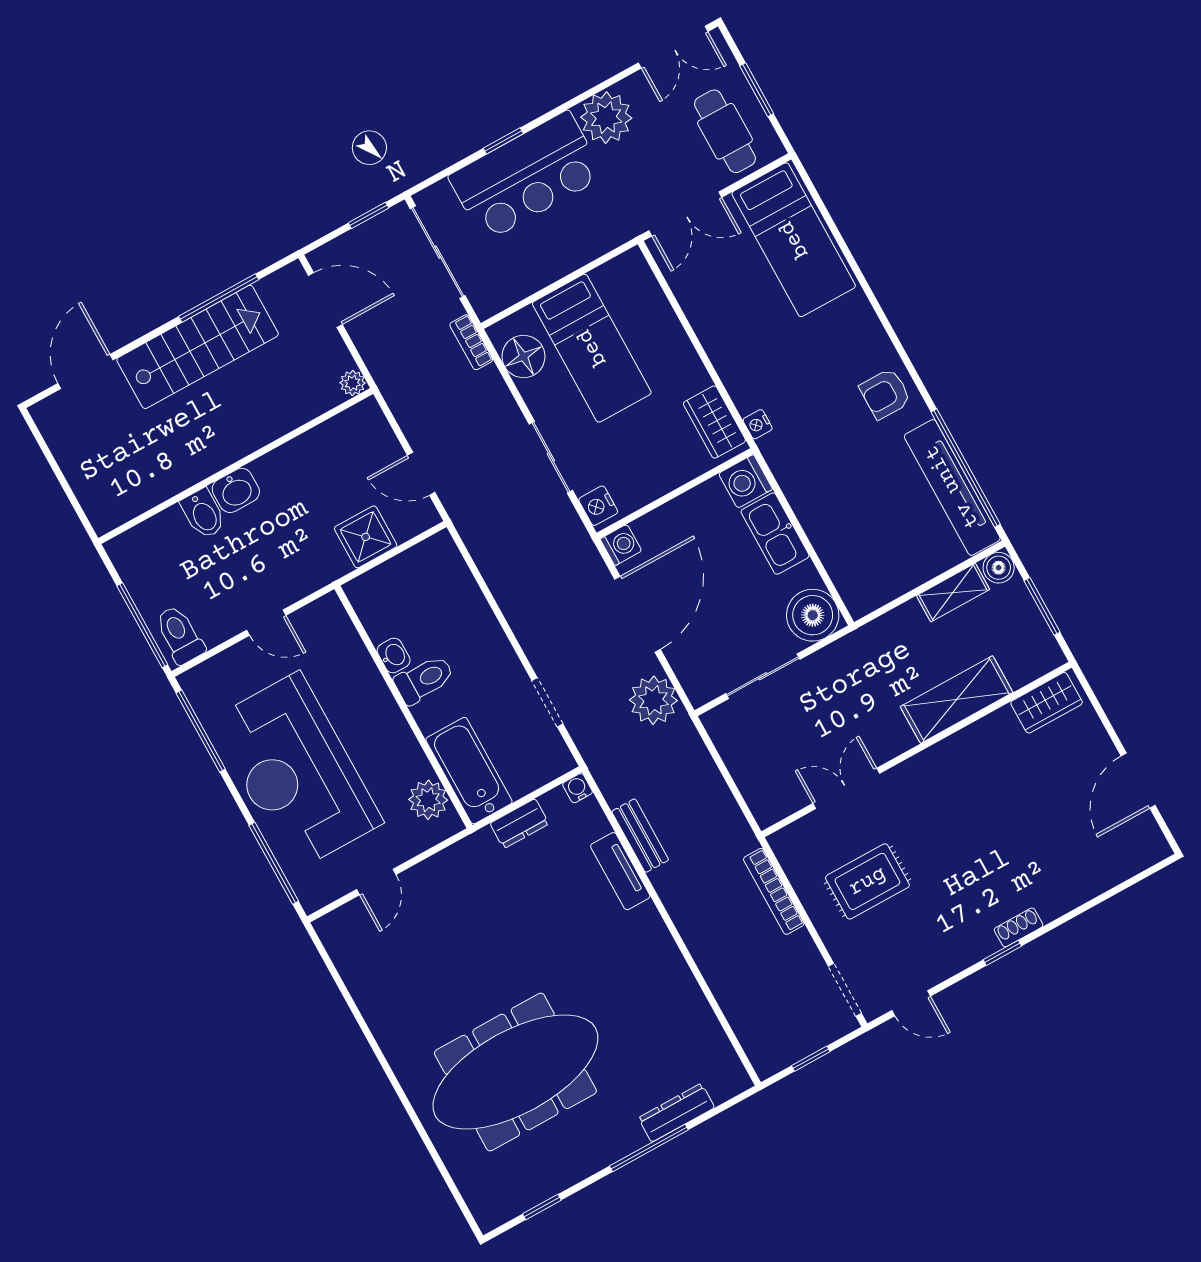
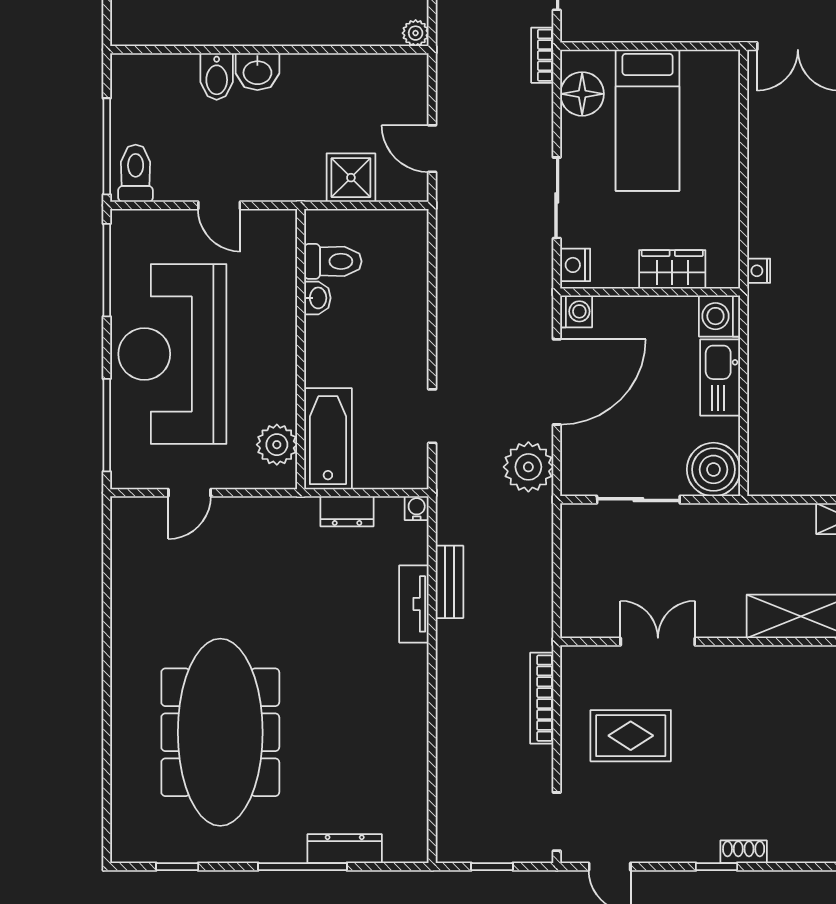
wardrobe: (714, 422) -> (672, 269), moved, turned 90
toilet: (424, 679) -> (333, 261), moved
meeting table: (515, 1072) -> (220, 732), turned 90

